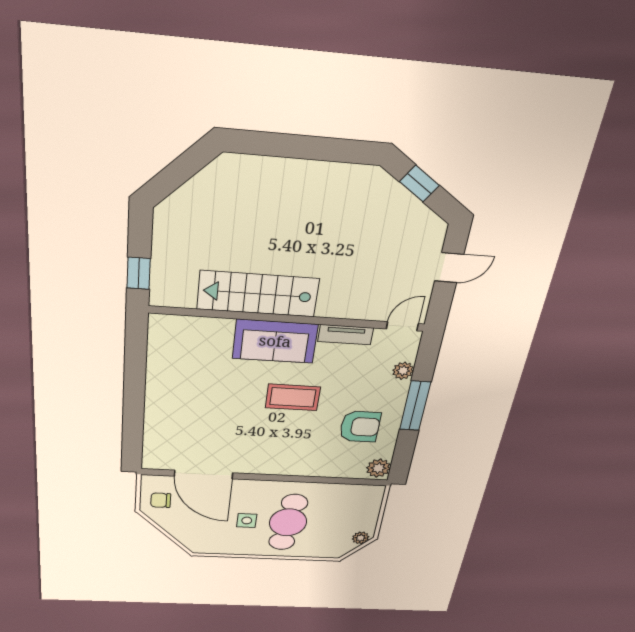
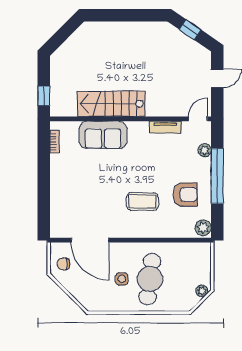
sofa: (275, 341) -> (103, 135), moved
bookcase: (155, 344) -> (55, 142), added
coffee table: (293, 397) -> (142, 202), moved
window: (415, 406) -> (217, 176), width x1.46

